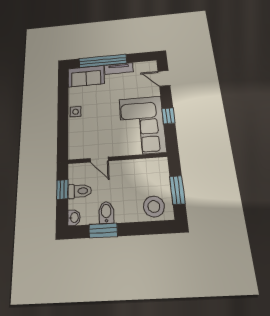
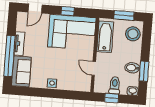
door: (99, 160) -> (94, 68), swing flipped
bathtub: (143, 168) -> (105, 37), added

